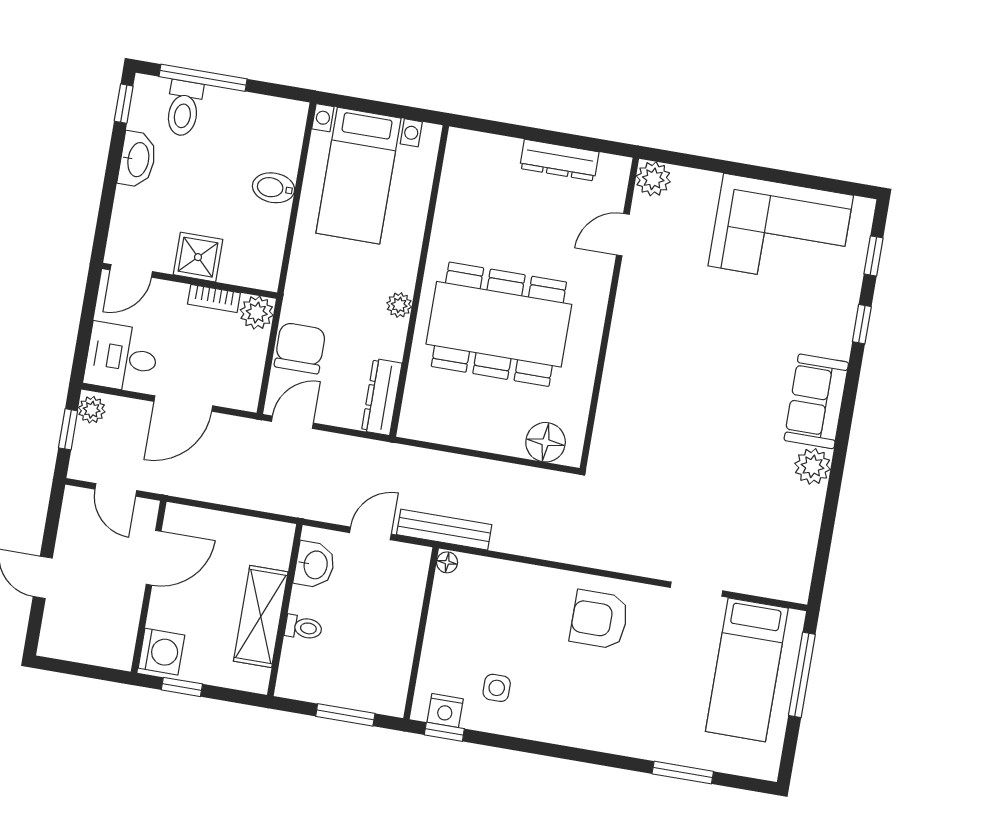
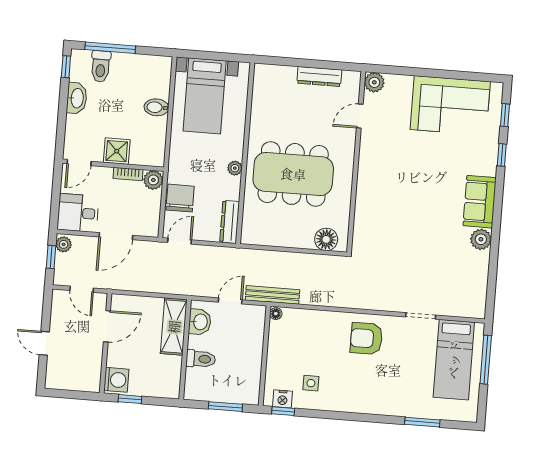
shelving: (261, 617) -> (174, 327), moved
toilet: (303, 628) -> (201, 359), width x1.37, depth x1.39

